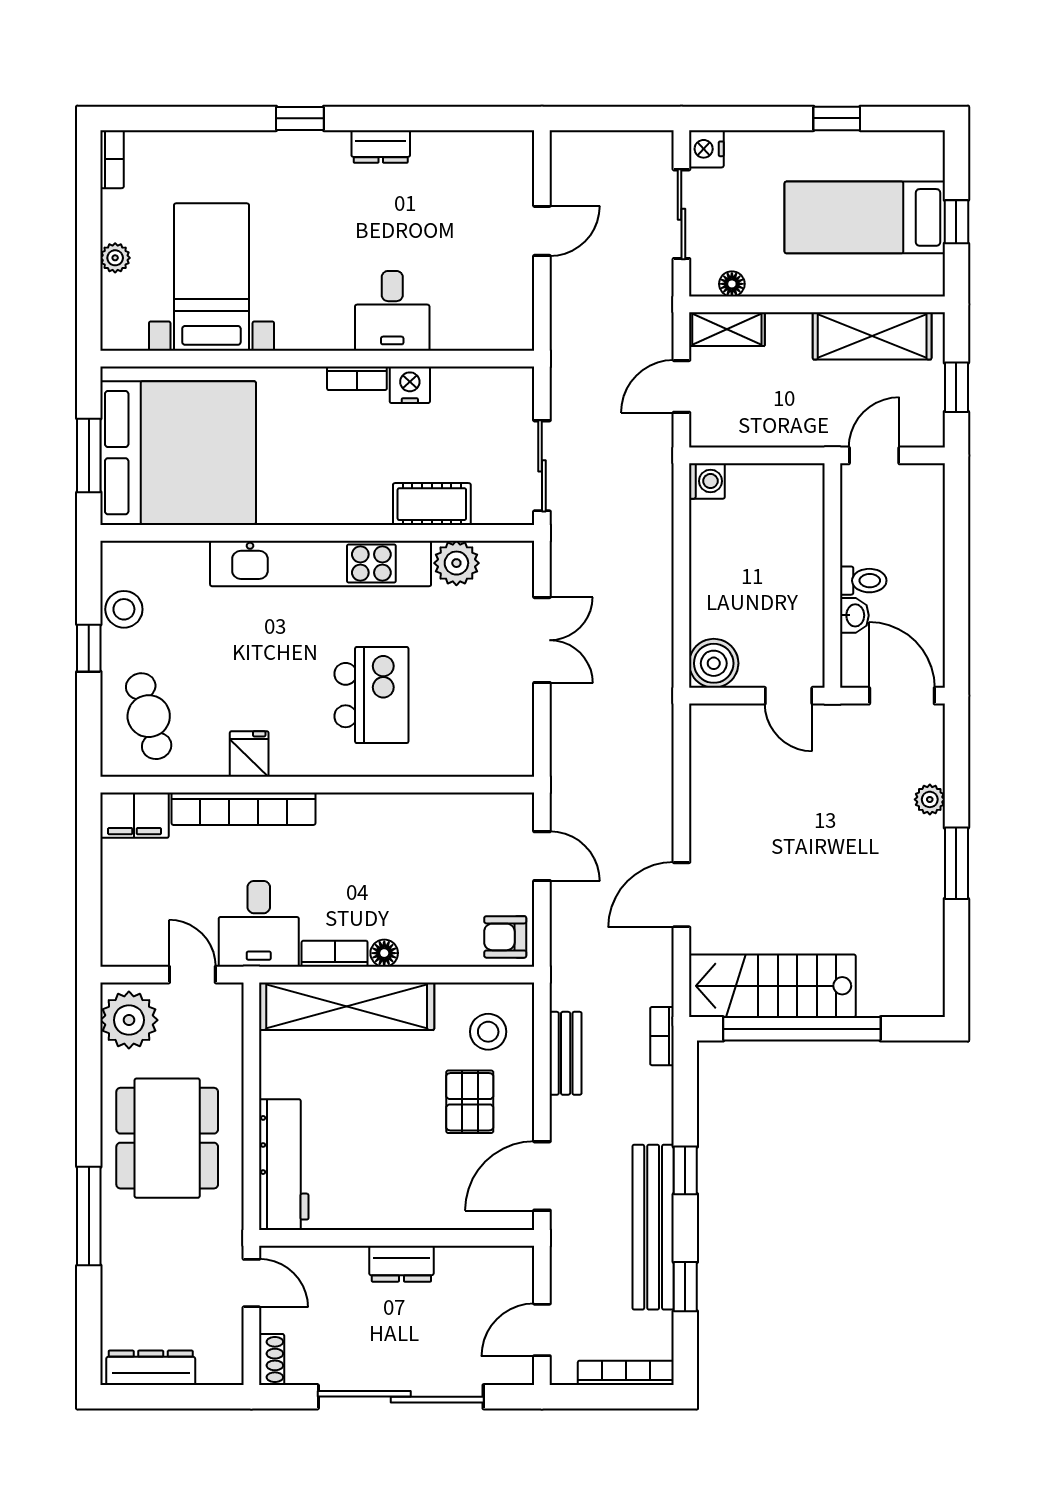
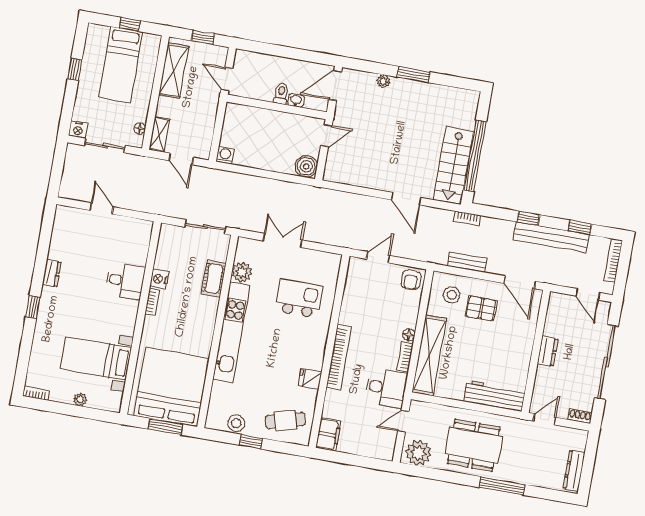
kitchen island: (371, 695) -> (299, 299), moved
bookcase: (243, 809) -> (339, 357), moved

